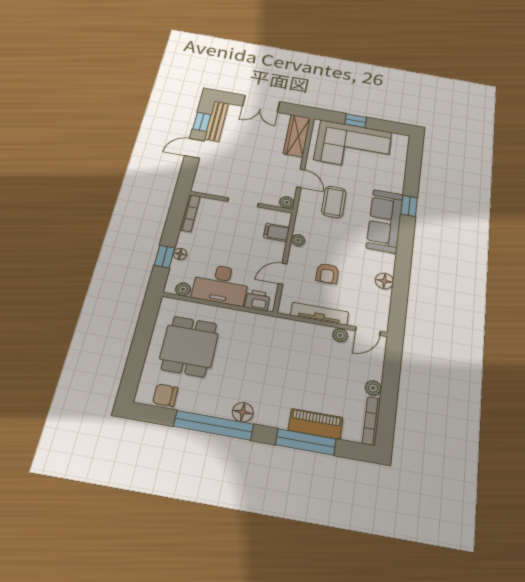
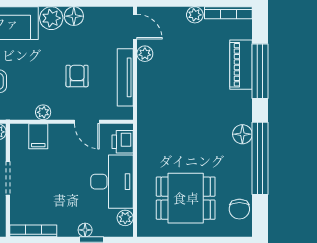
plant: (385, 262) -> (51, 18), added
armchair: (327, 273) -> (77, 76), turned -90

